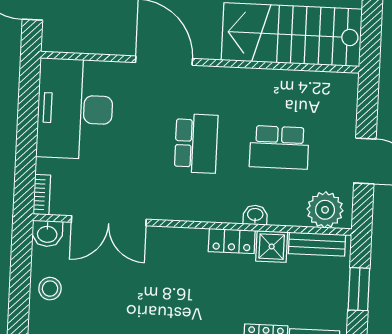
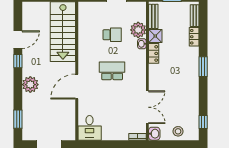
desk: (75, 109) -> (90, 128), width x0.53, depth x0.77
school desk: (279, 147) -> (112, 35), width x0.54
plant: (325, 210) -> (138, 30), moved

